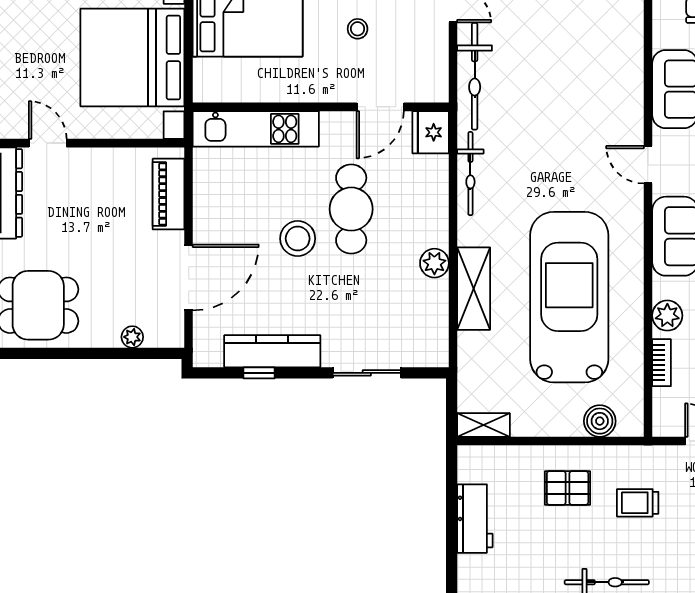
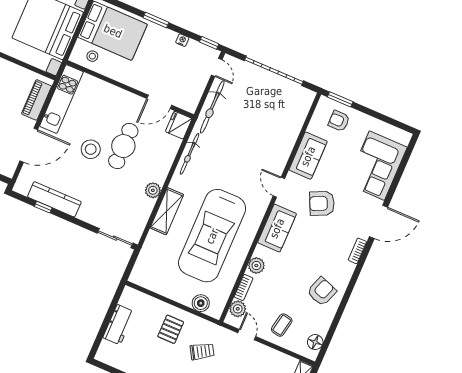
stool: (358, 29) -> (92, 56), moved
kitchen unit: (256, 129) -> (61, 99), moved, turned -90
car: (569, 297) -> (212, 236), turned 180
sliding door: (367, 373) -> (115, 238), moved
plant: (667, 404) -> (238, 309), added
shelving: (484, 425) -> (143, 280), removed
pallet: (568, 488) -> (171, 329), turned 90
trolley: (638, 503) -> (202, 351), turned 149

